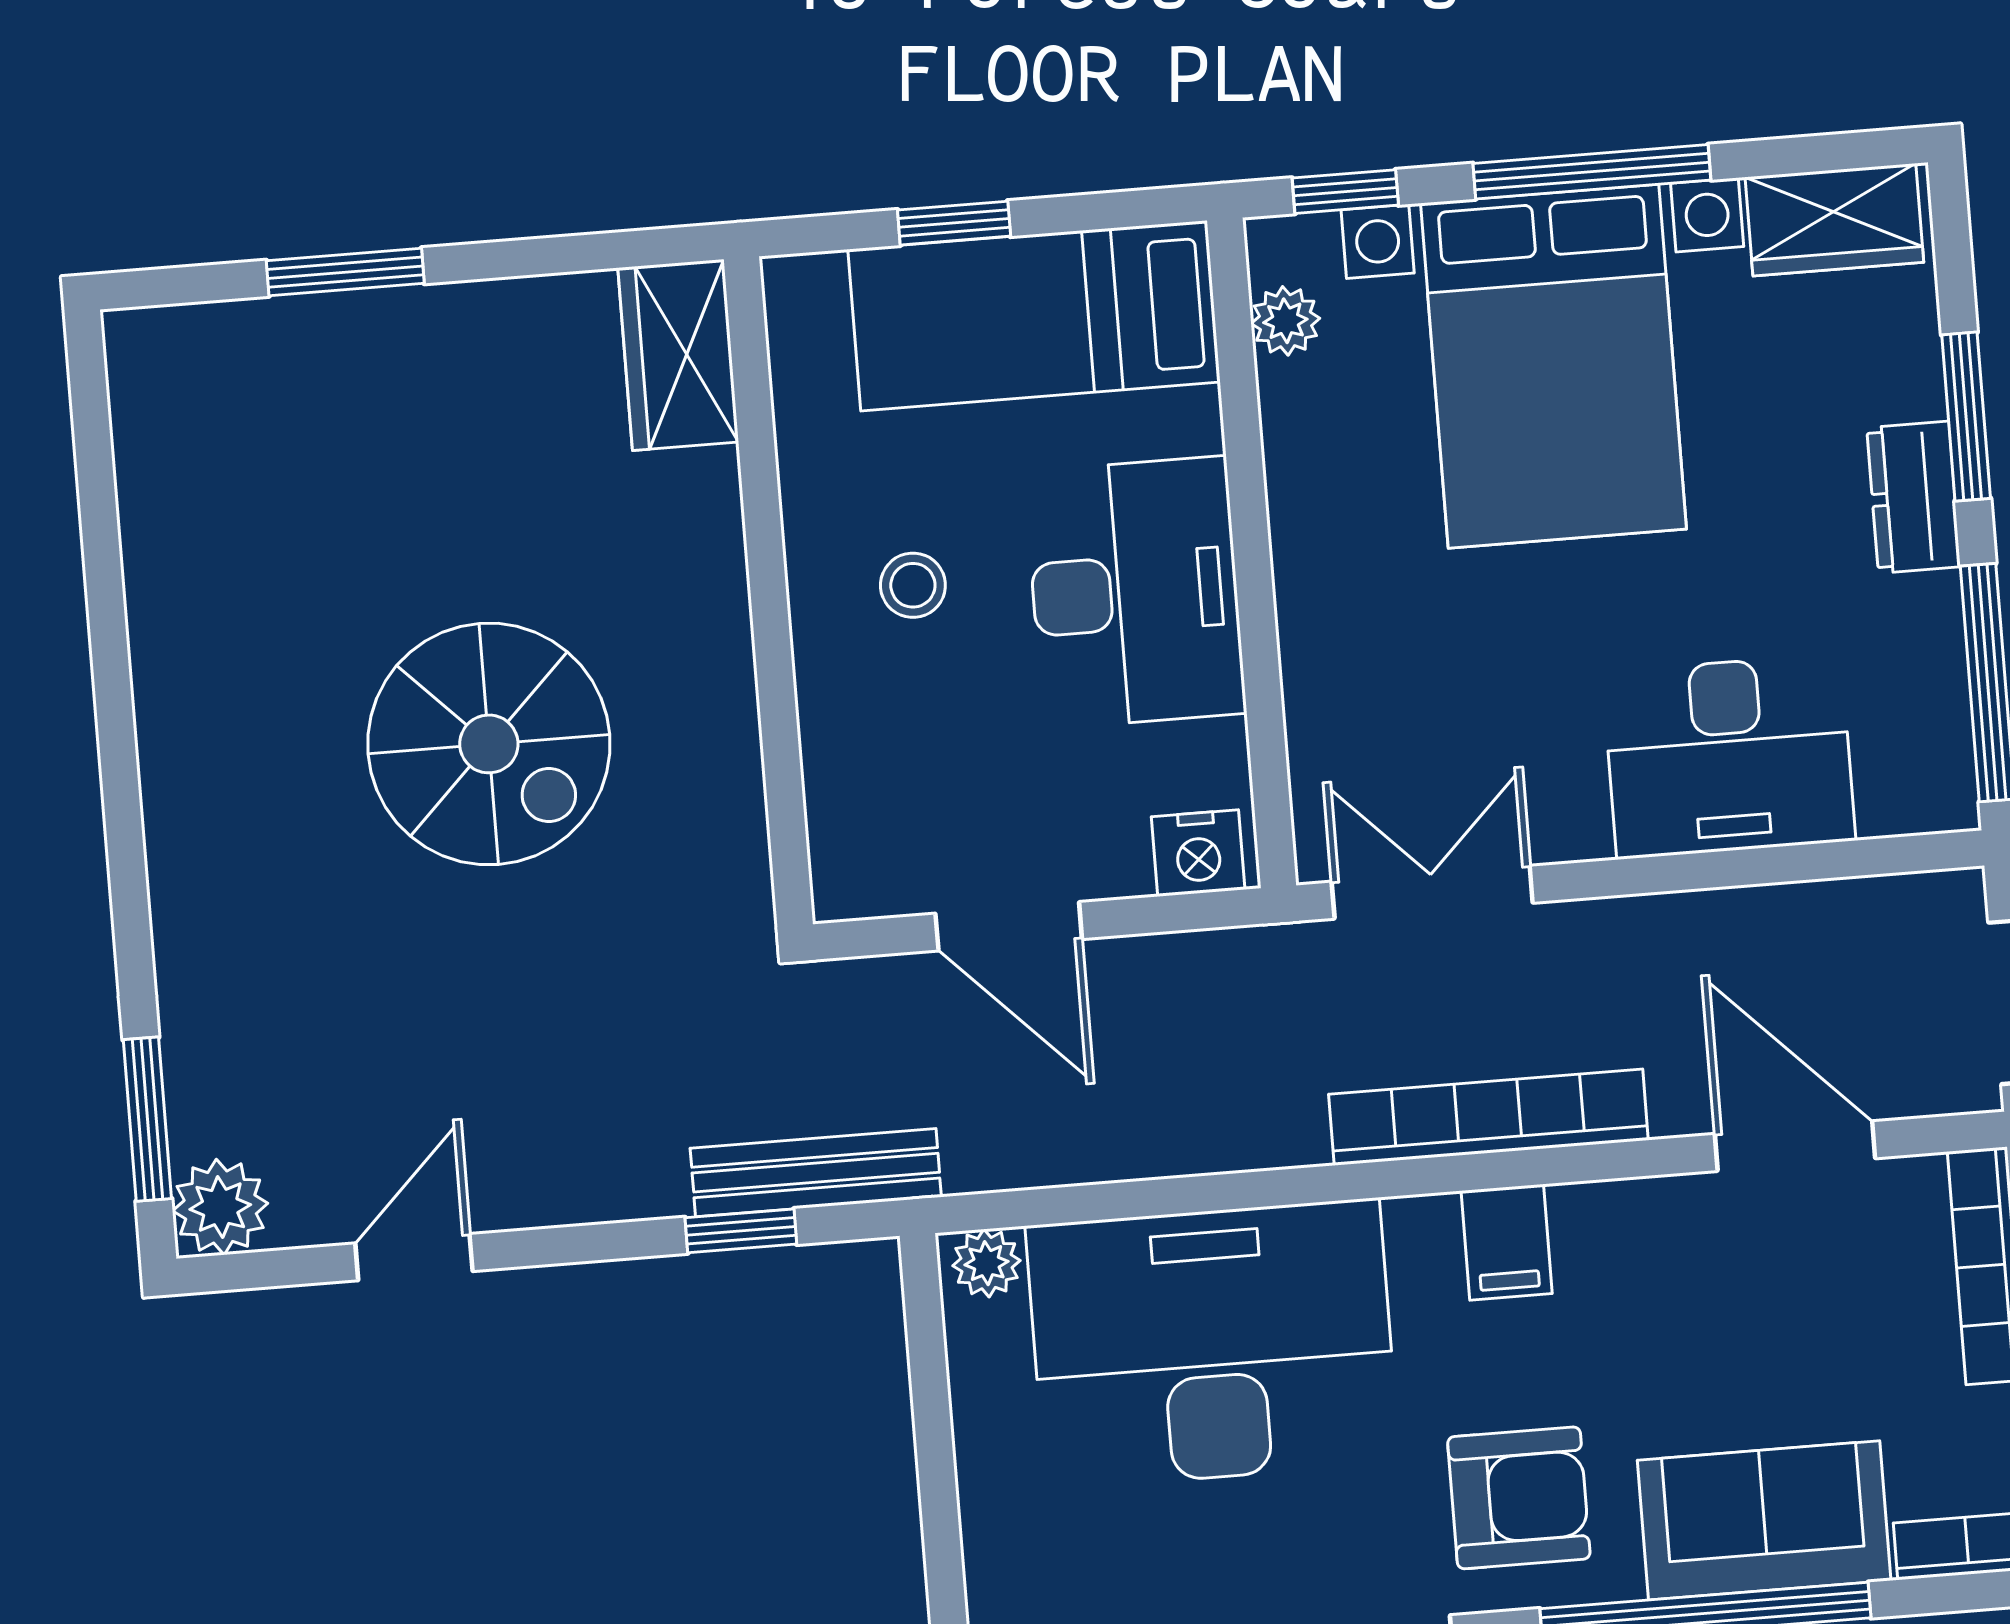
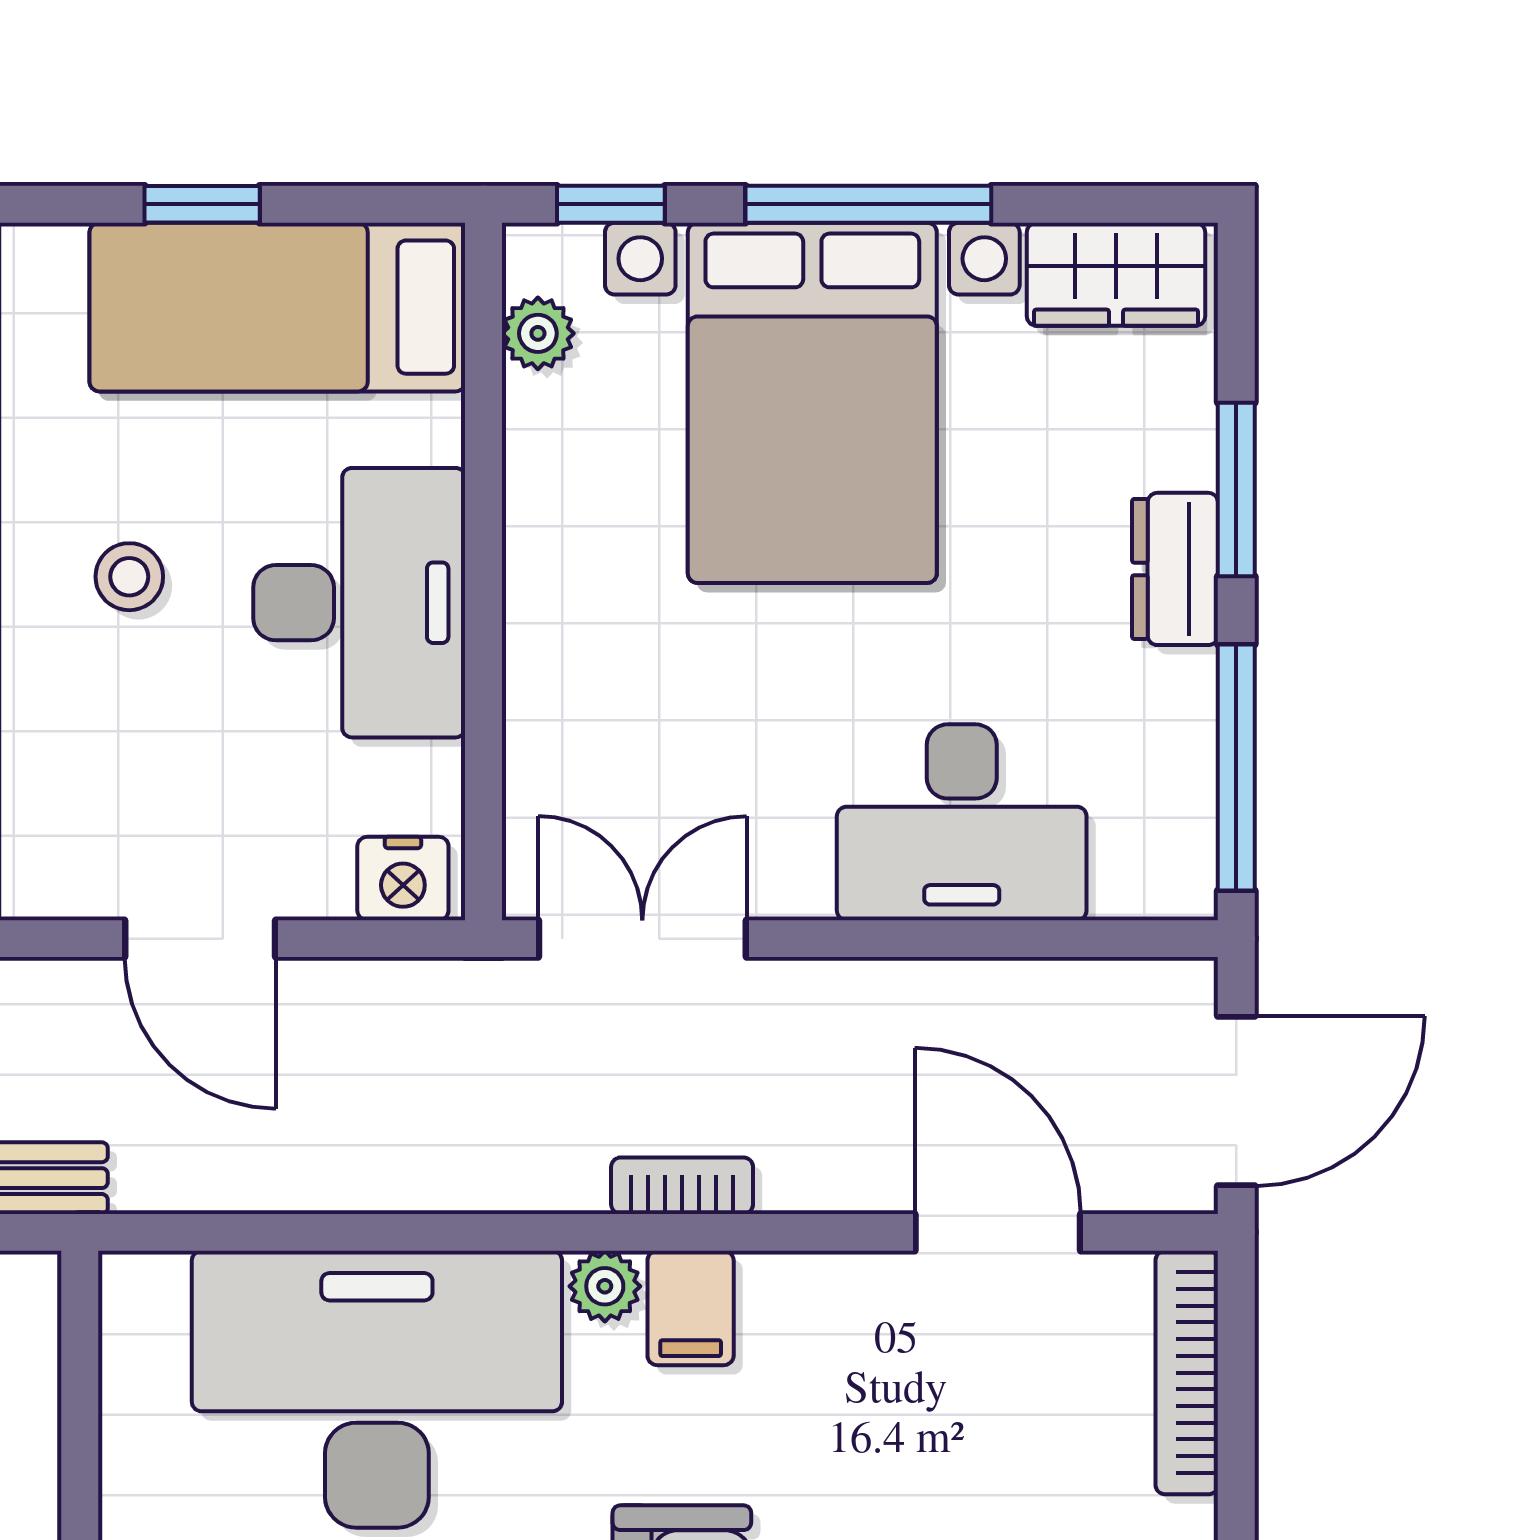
bookcase: (1488, 1117) -> (682, 1186), width x0.43, depth x0.76
plant: (986, 1263) -> (605, 1286), moved

